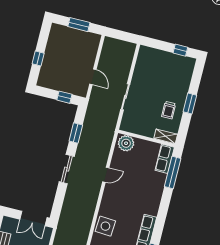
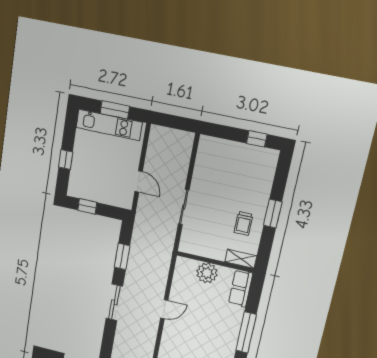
kitchen unit: (74, 35) -> (109, 125), added
window: (64, 97) -> (87, 206), moved
plant: (126, 143) -> (207, 273), moved
window: (173, 172) -> (246, 332), moved

